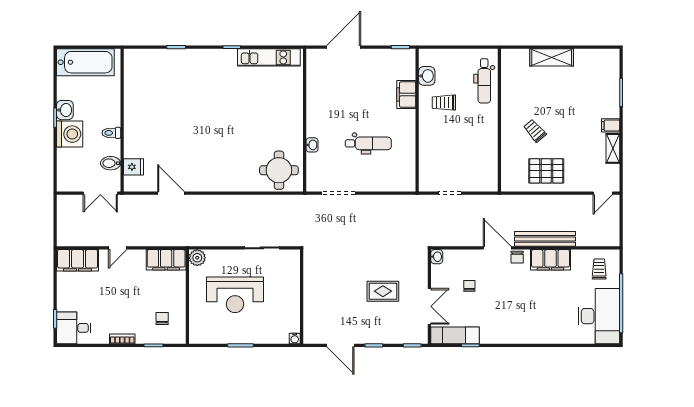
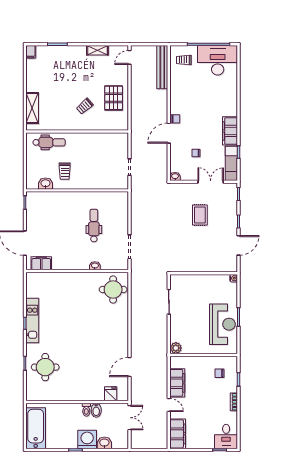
kitchen unit: (269, 57) -> (32, 320), moved
shelving: (552, 57) -> (32, 108), moved
round table: (171, 76) -> (45, 367), added
filing cabinet: (406, 95) -> (41, 263), moved, turned 180
washbasin: (65, 110) -> (104, 443), moved
filing cabinet: (611, 125) -> (31, 52), moved
bidet: (111, 163) -> (96, 410), moved
door: (603, 193) -> (130, 57), swing flipped
bench: (545, 239) -> (162, 67), moved
filing cabinet: (166, 260) -> (177, 383), moved
filing cabinet: (550, 260) -> (230, 131), moved, turned 180
reception desk: (235, 295) -> (222, 324), moved

